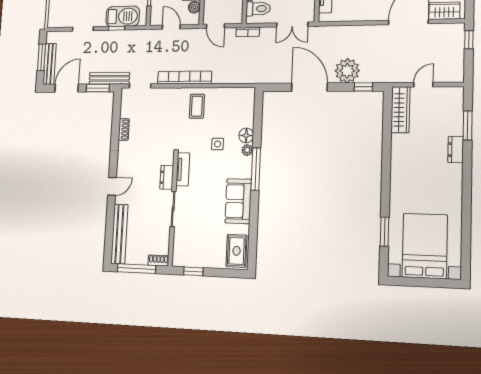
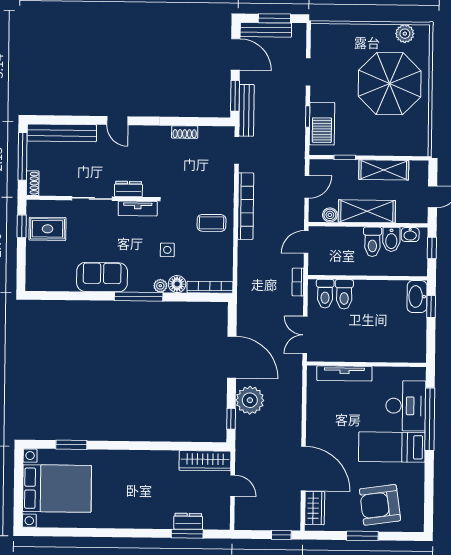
door: (309, 87) -> (232, 357), hinge flipped
bookcase: (250, 107) -> (210, 287), added
dresser: (456, 150) -> (188, 521), moved
rug: (237, 251) -> (48, 229), moved

